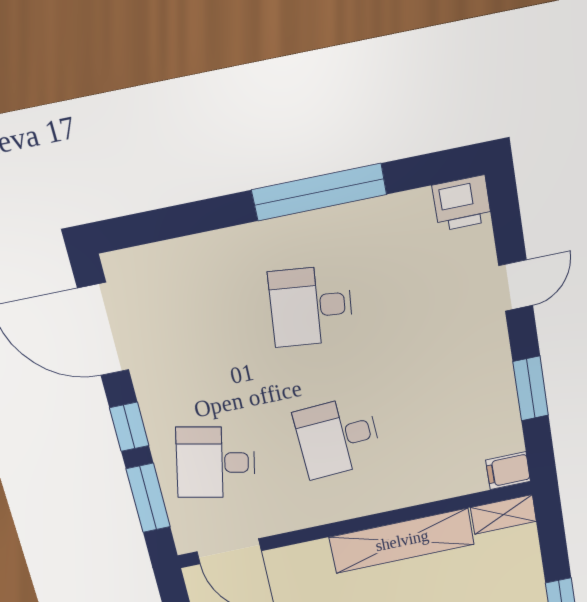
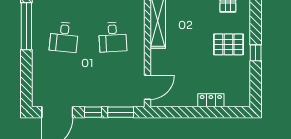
desk: (216, 463) -> (113, 84), removed

